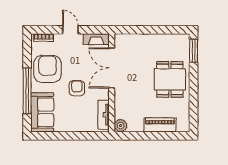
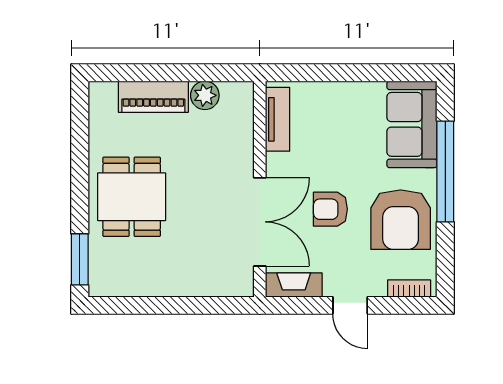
armchair: (77, 88) -> (330, 209), moved, turned 90
plant: (121, 126) -> (205, 95), moved

